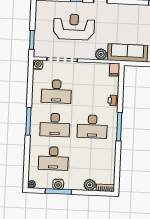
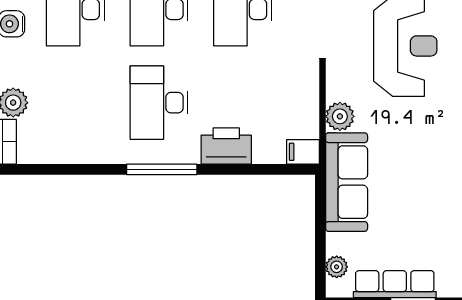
printer: (113, 100) -> (226, 146), width x1.87, depth x1.48

